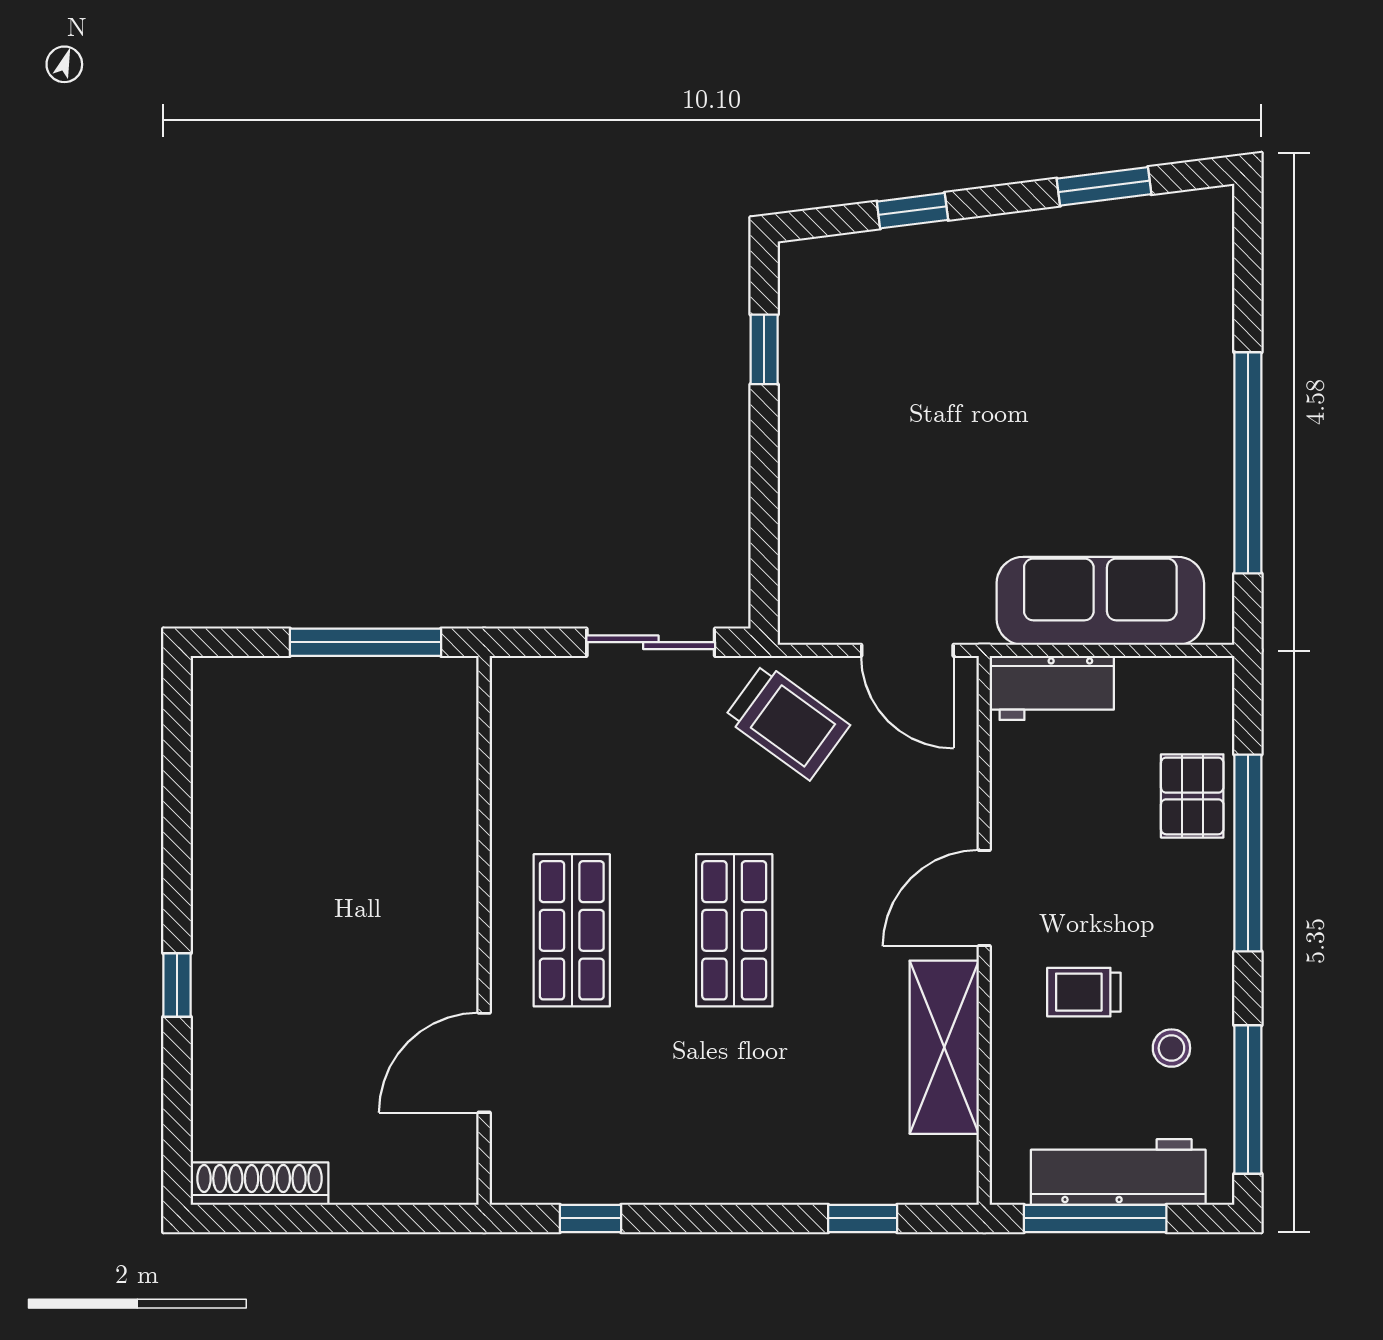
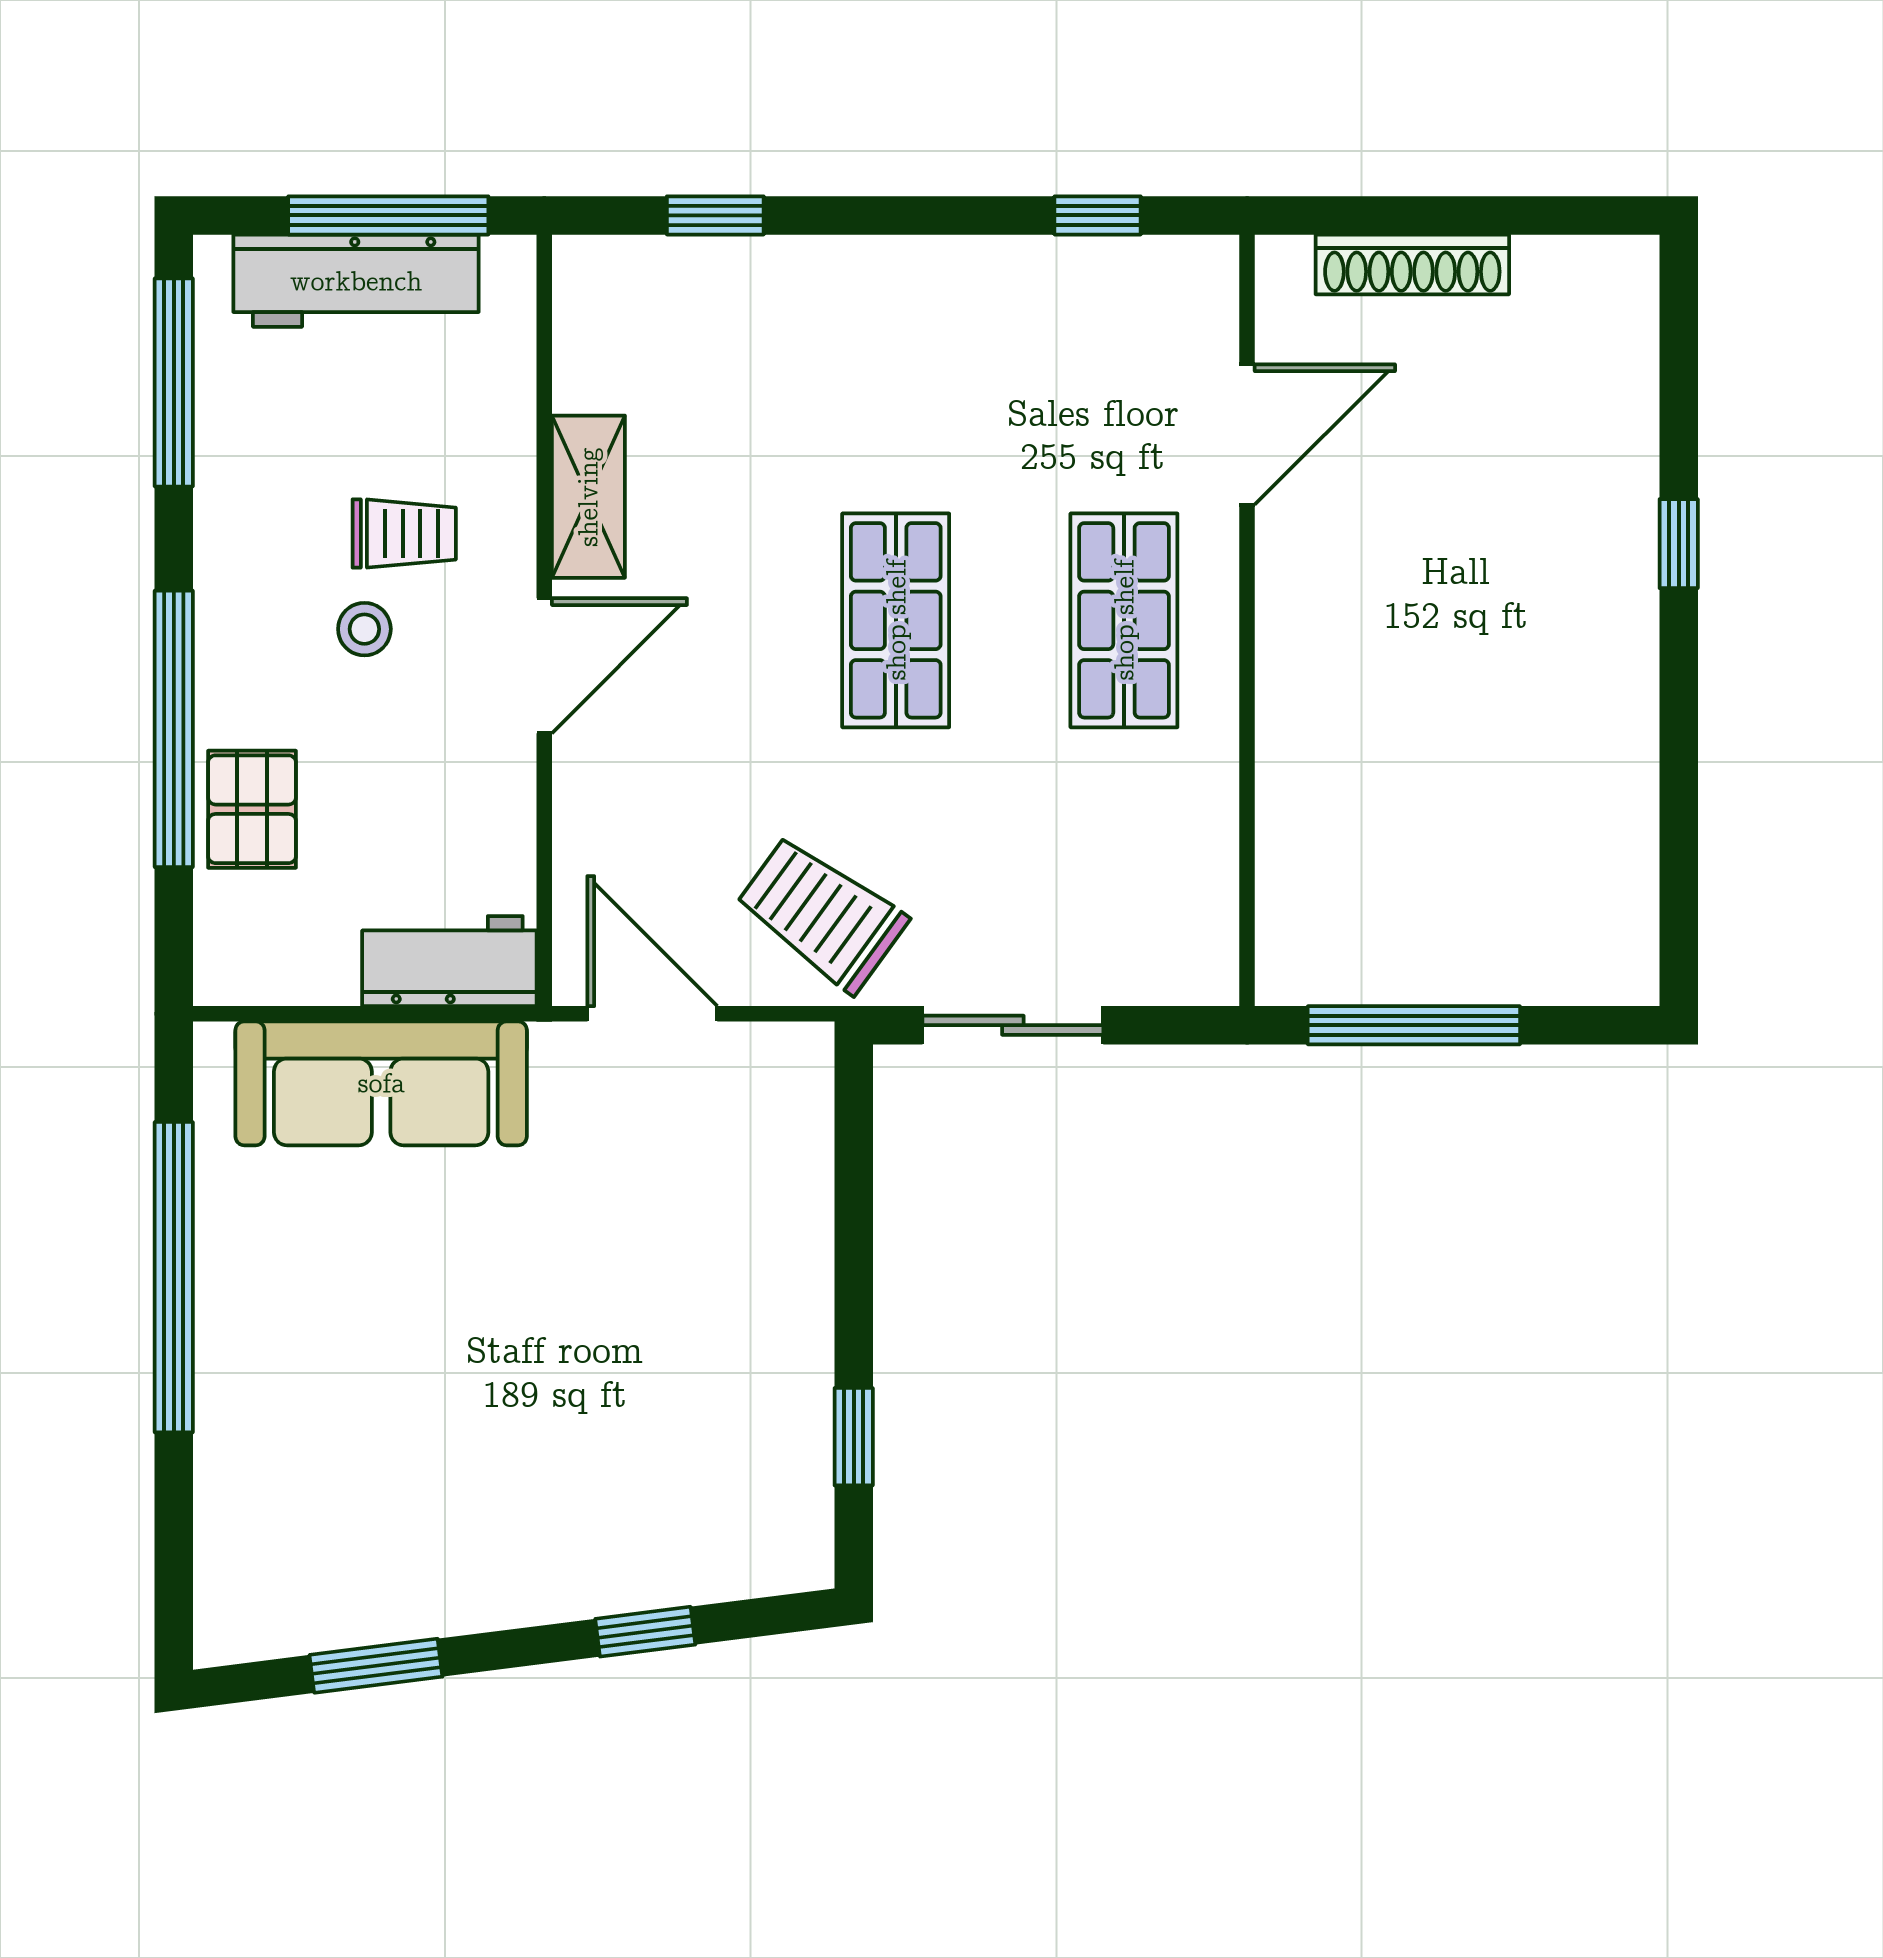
shelving: (944, 1047) -> (588, 497), width x0.67, depth x0.75
stool: (1171, 1048) -> (364, 629), moved
shoe rack: (259, 1184) -> (1412, 264), moved

